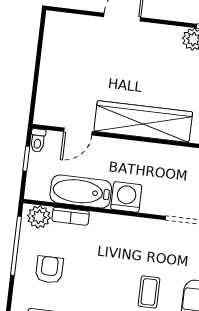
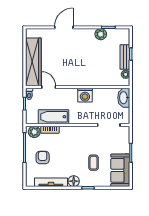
wardrobe: (143, 121) -> (33, 62), moved, turned 90
door: (78, 132) -> (49, 87), swing flipped
washing machine: (126, 197) -> (85, 95), moved, turned 180

